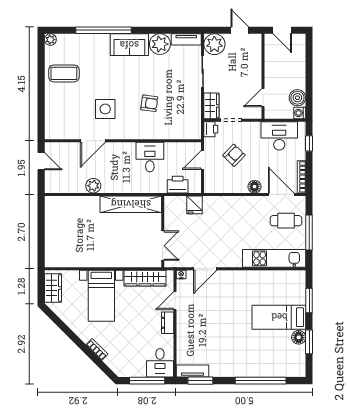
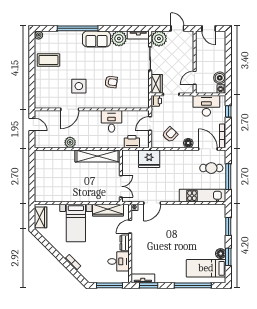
armchair: (234, 155) -> (170, 134), moved
fridge: (194, 205) -> (149, 159), width x1.88, depth x1.34
bed: (279, 317) -> (206, 268), moved
desk: (160, 363) -> (118, 261), moved, turned -90

